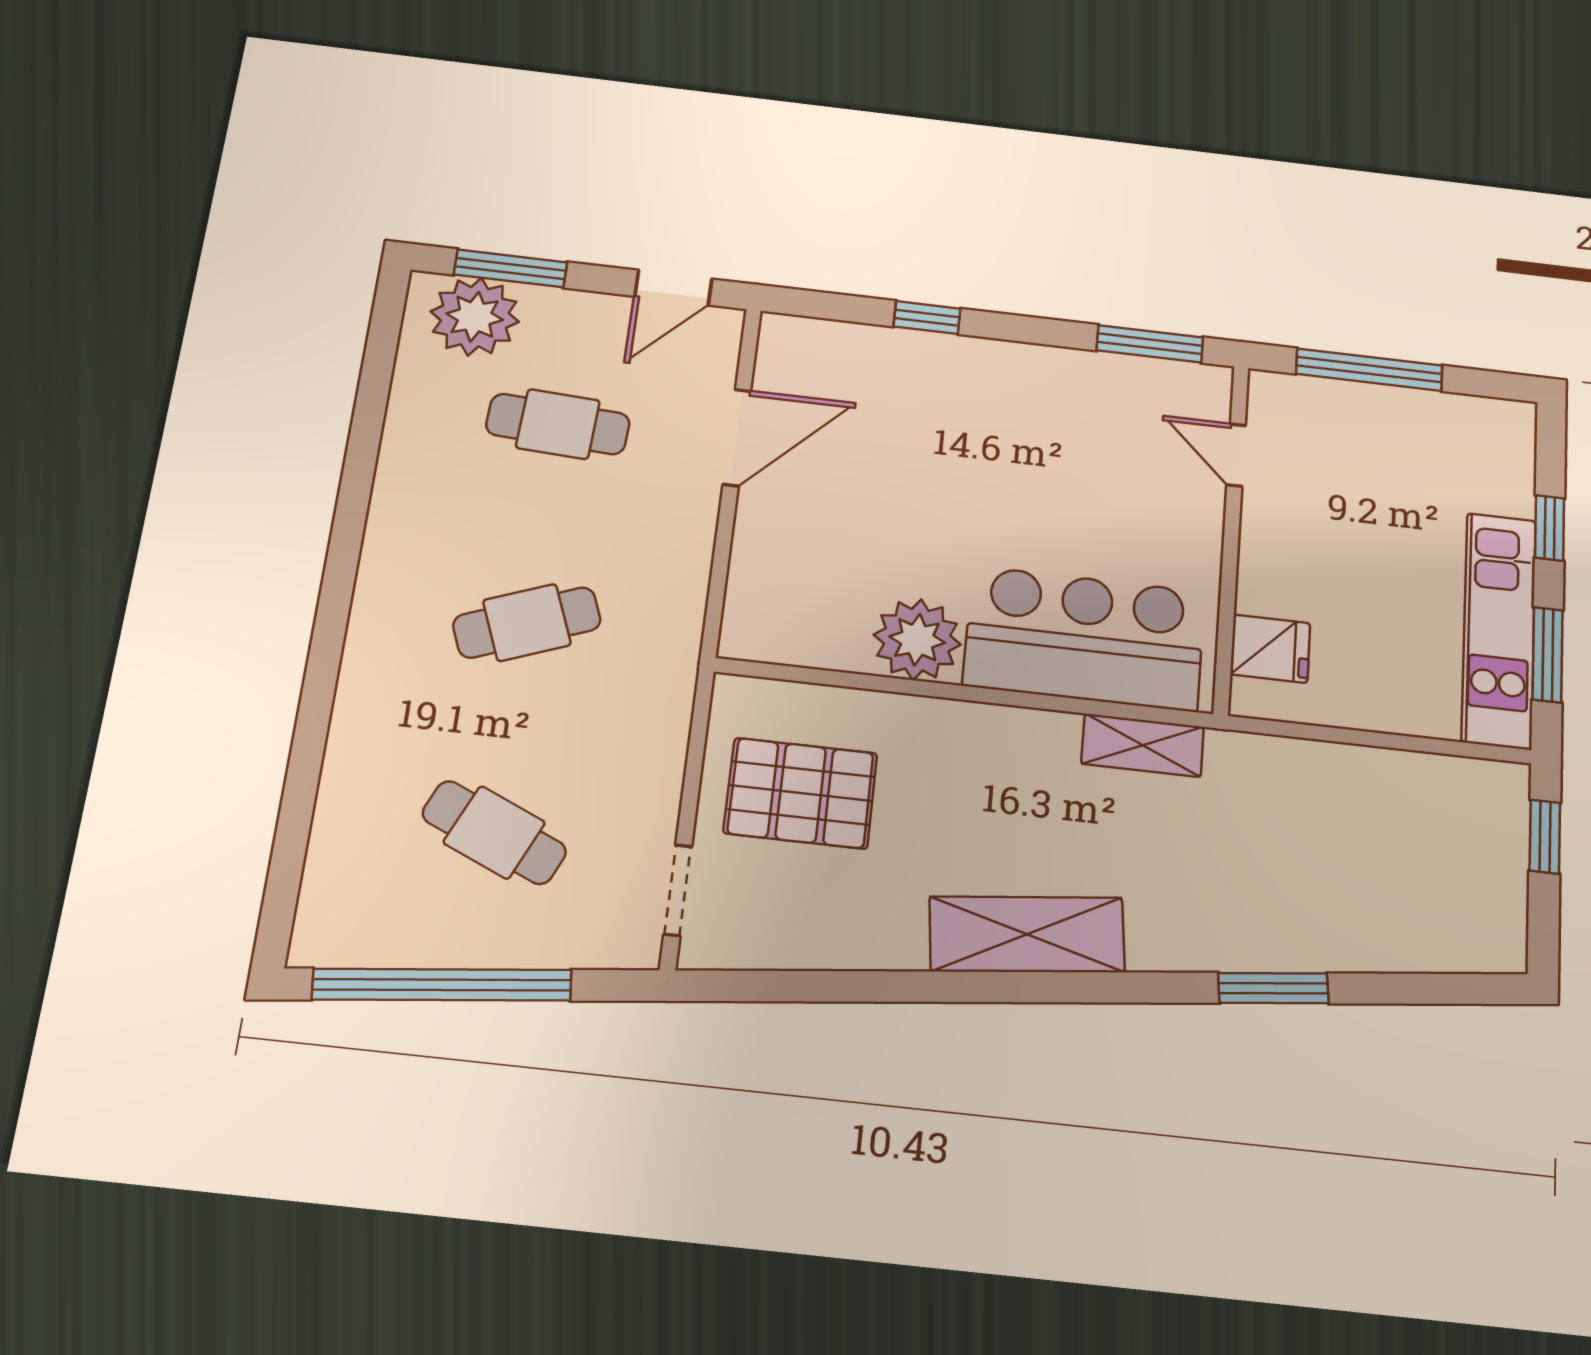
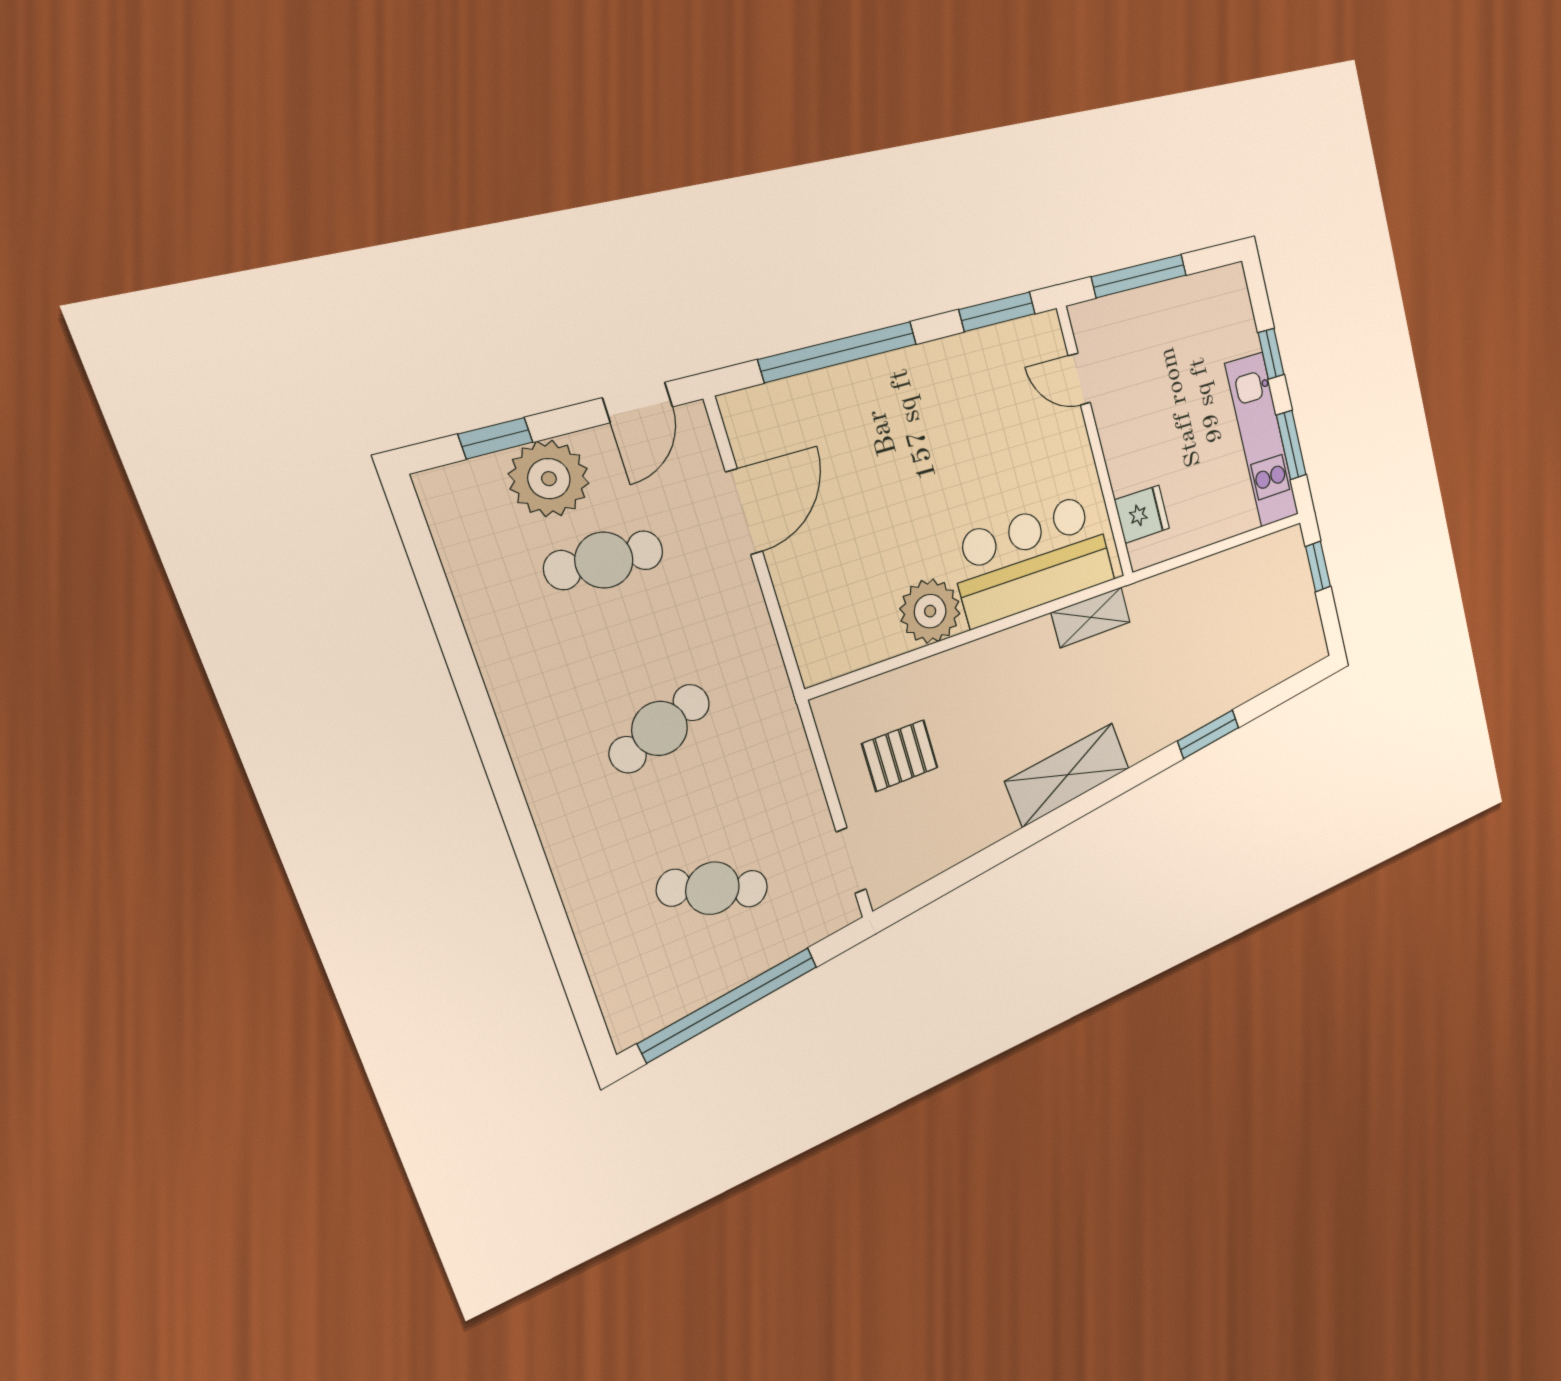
window: (511, 268) -> (496, 438), width x0.67
plant: (475, 317) -> (549, 479), moved
window: (927, 318) -> (839, 352), width x3.17
pallet: (801, 793) -> (900, 756), width x0.67, depth x0.71

